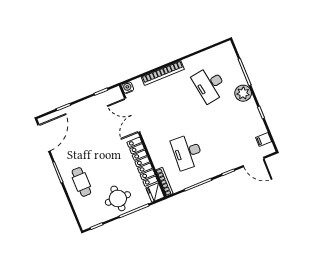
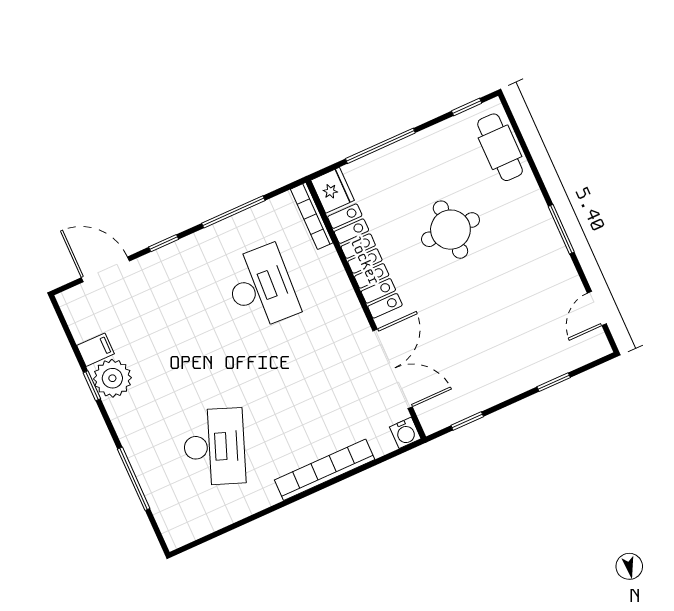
desk: (210, 84) -> (214, 447), turned 30
plant: (243, 93) -> (112, 378), moved
door: (44, 138) -> (597, 308), width x0.53
filing cabinet: (264, 139) -> (96, 350), moved
cafe table: (81, 182) -> (500, 147), moved
round table: (118, 198) -> (450, 230), moved

